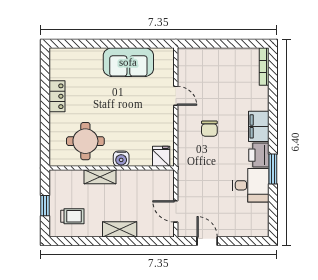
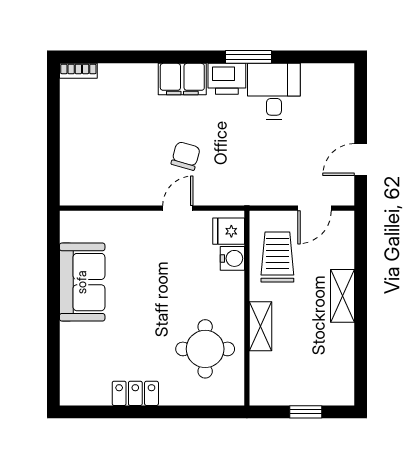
bookcase: (264, 66) -> (78, 71), width x0.64
door: (176, 96) -> (178, 208), moved
chair: (209, 129) -> (186, 156), turned -74
water cooler: (121, 159) -> (232, 258), moved
trolley: (72, 216) -> (277, 257), moved, width x1.36, depth x1.39

